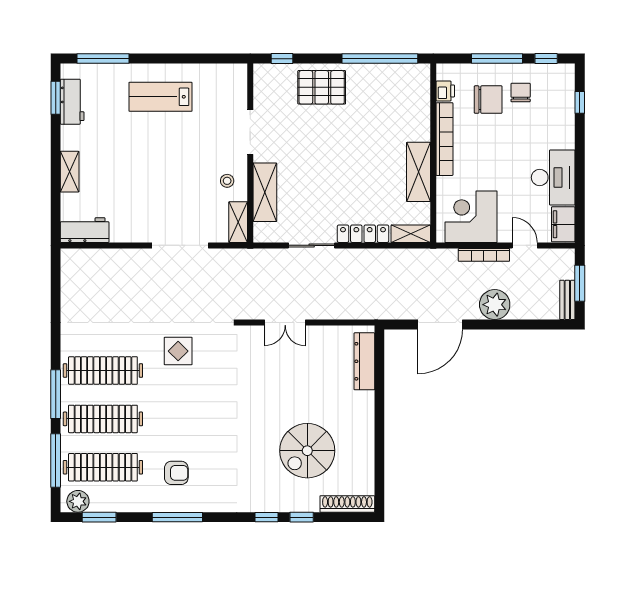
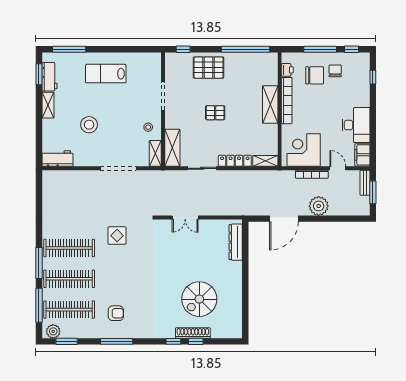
pallet: (332, 158) -> (215, 113), added
shelving: (70, 172) -> (48, 105), moved
shelving: (419, 172) -> (270, 105), moved
stool: (134, 177) -> (89, 125), added
shelving: (265, 192) -> (172, 148), moved
bench: (567, 300) -> (365, 183), moved
shoe rack: (347, 504) -> (193, 333), moved

